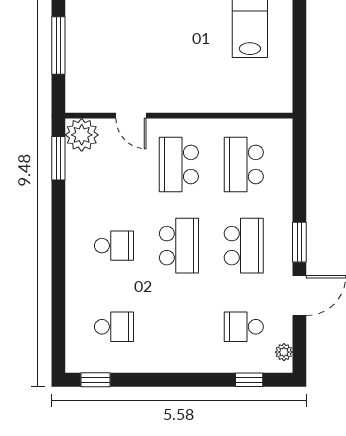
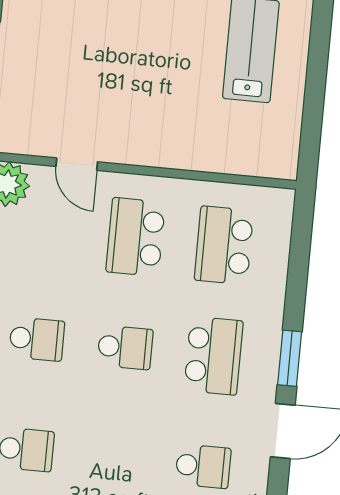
school desk: (179, 246) -> (125, 347), width x0.54
school desk: (244, 327) -> (203, 466), turned 180

